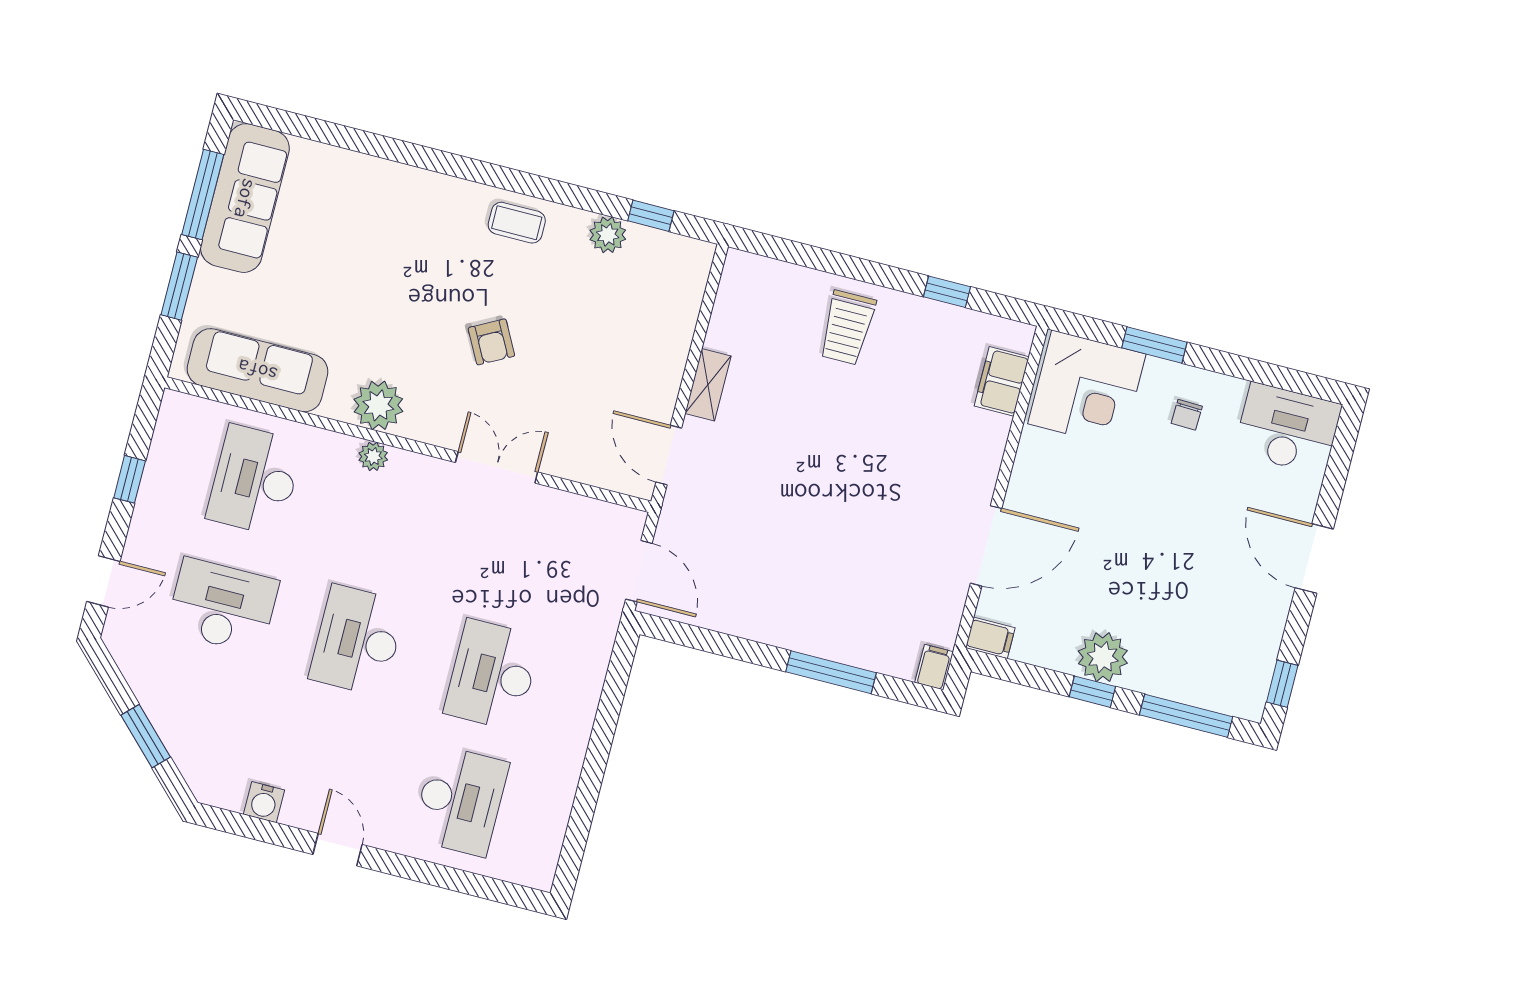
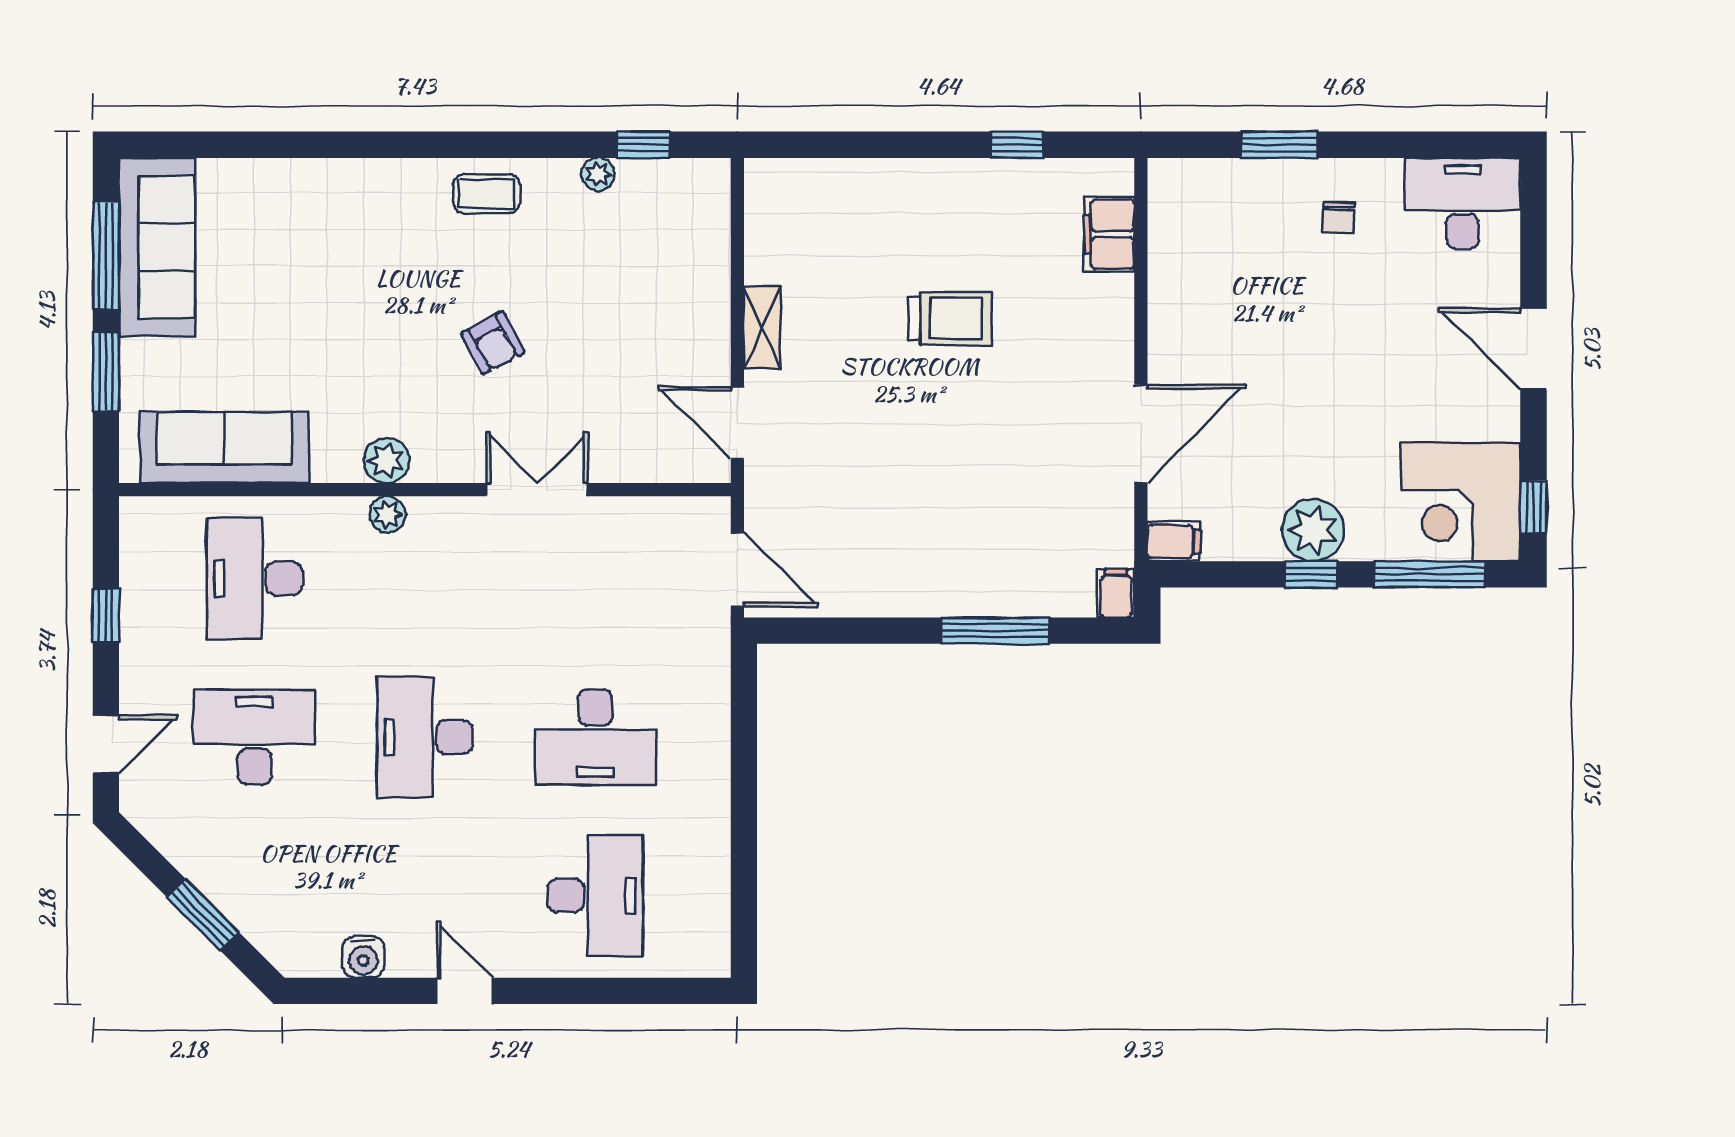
plant: (608, 235) -> (598, 174), width x0.73, depth x0.73
trolley: (847, 328) -> (950, 319), moved, turned -90
corner desk: (1087, 389) -> (1461, 502), moved, turned 90
plant: (378, 405) -> (386, 461), width x0.73, depth x0.73
desk: (492, 675) -> (595, 737), turned -90

